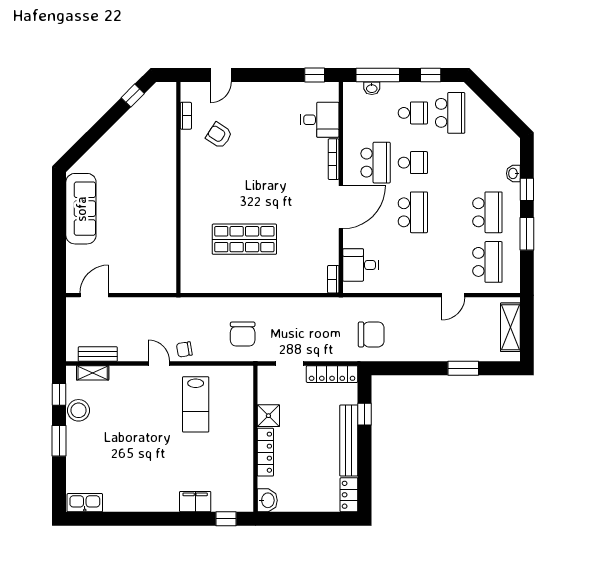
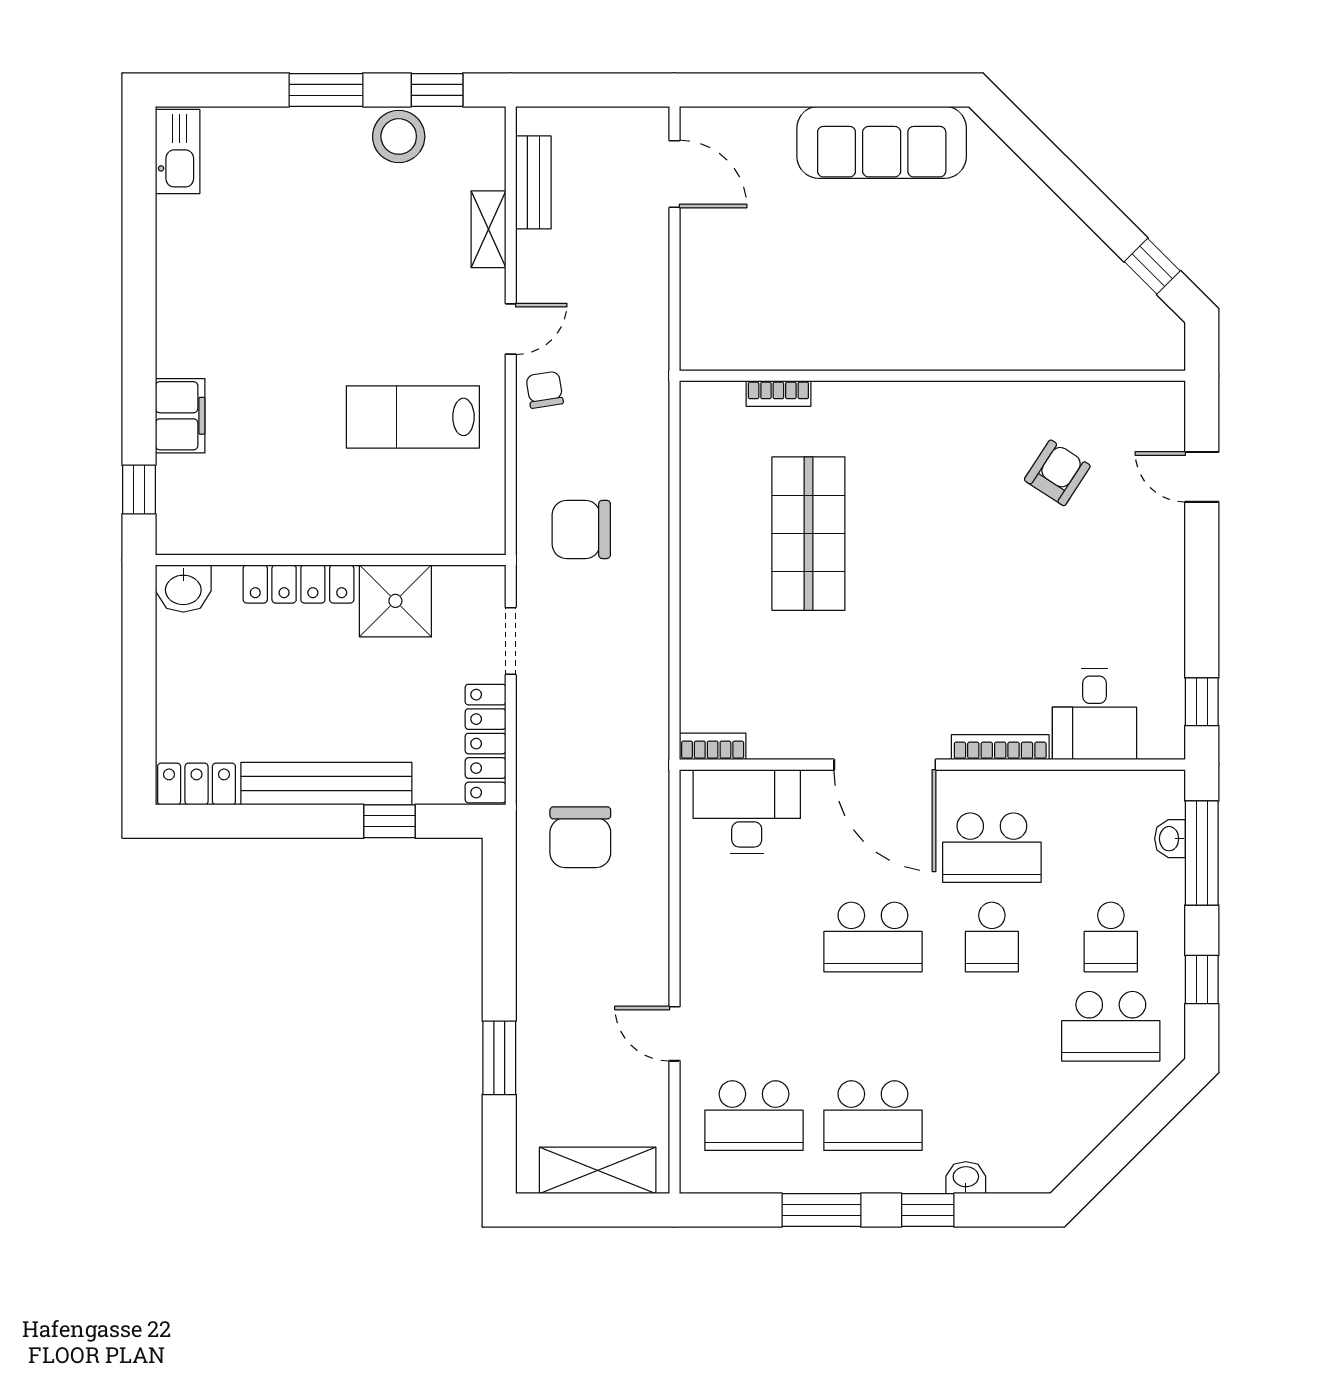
bookcase: (186, 116) -> (778, 394), moved
desk: (361, 265) -> (747, 812), width x1.37
shelving: (93, 373) -> (489, 229), moved
shower: (268, 416) -> (395, 601), width x1.36, depth x1.36

